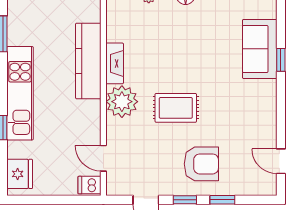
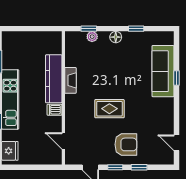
sofa: (260, 49) -> (163, 71), width x1.36
plant: (122, 102) -> (75, 105), removed
dishwasher: (89, 185) -> (54, 110), moved

